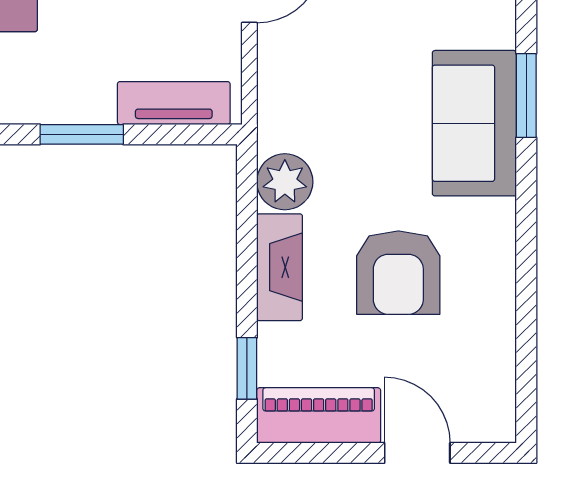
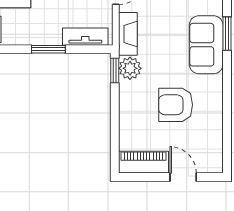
fireplace: (280, 267) -> (128, 34), moved
armchair: (398, 273) -> (176, 105), turned 90
window: (247, 368) -> (115, 71), moved

